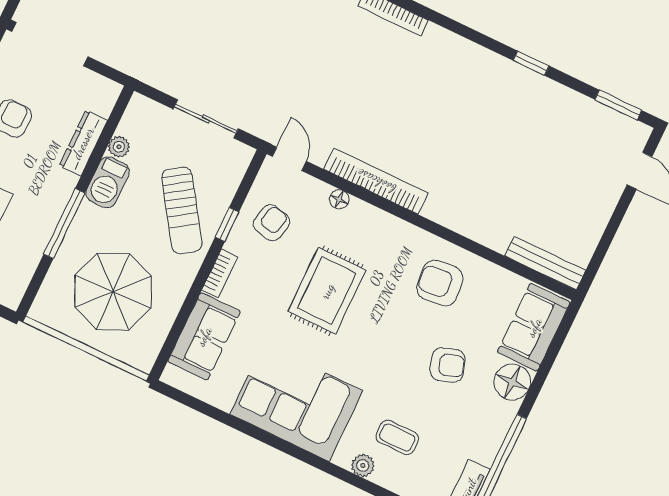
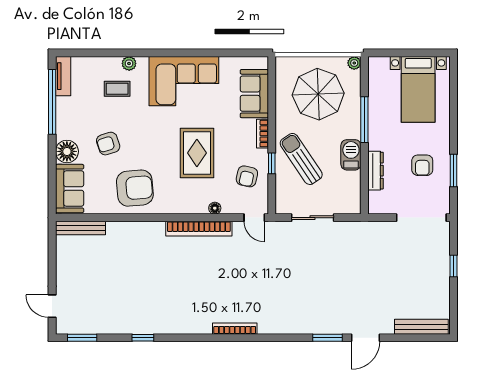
plant: (119, 147) -> (354, 63), moved
armchair: (440, 283) -> (135, 188), width x1.36, depth x1.36

